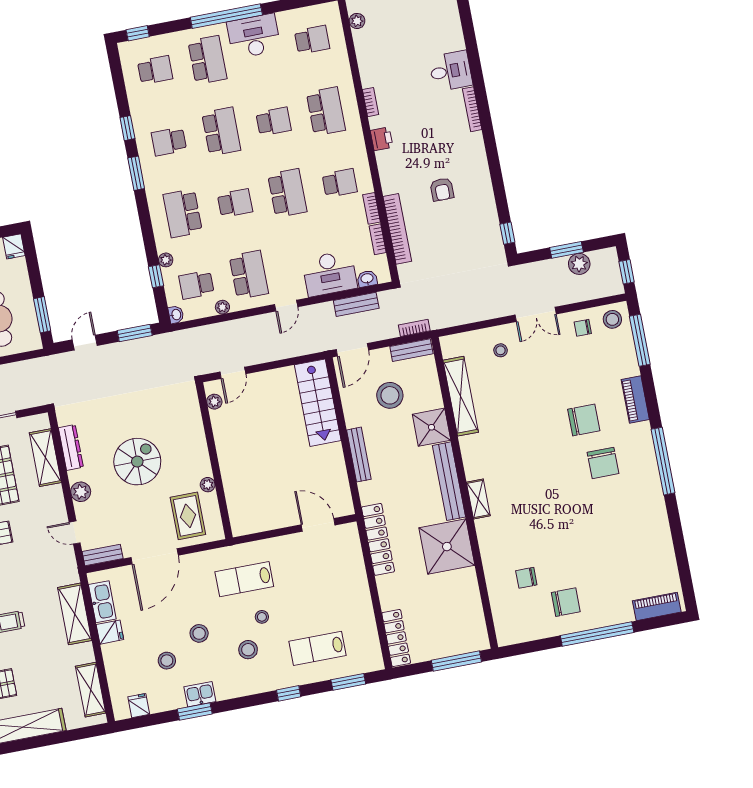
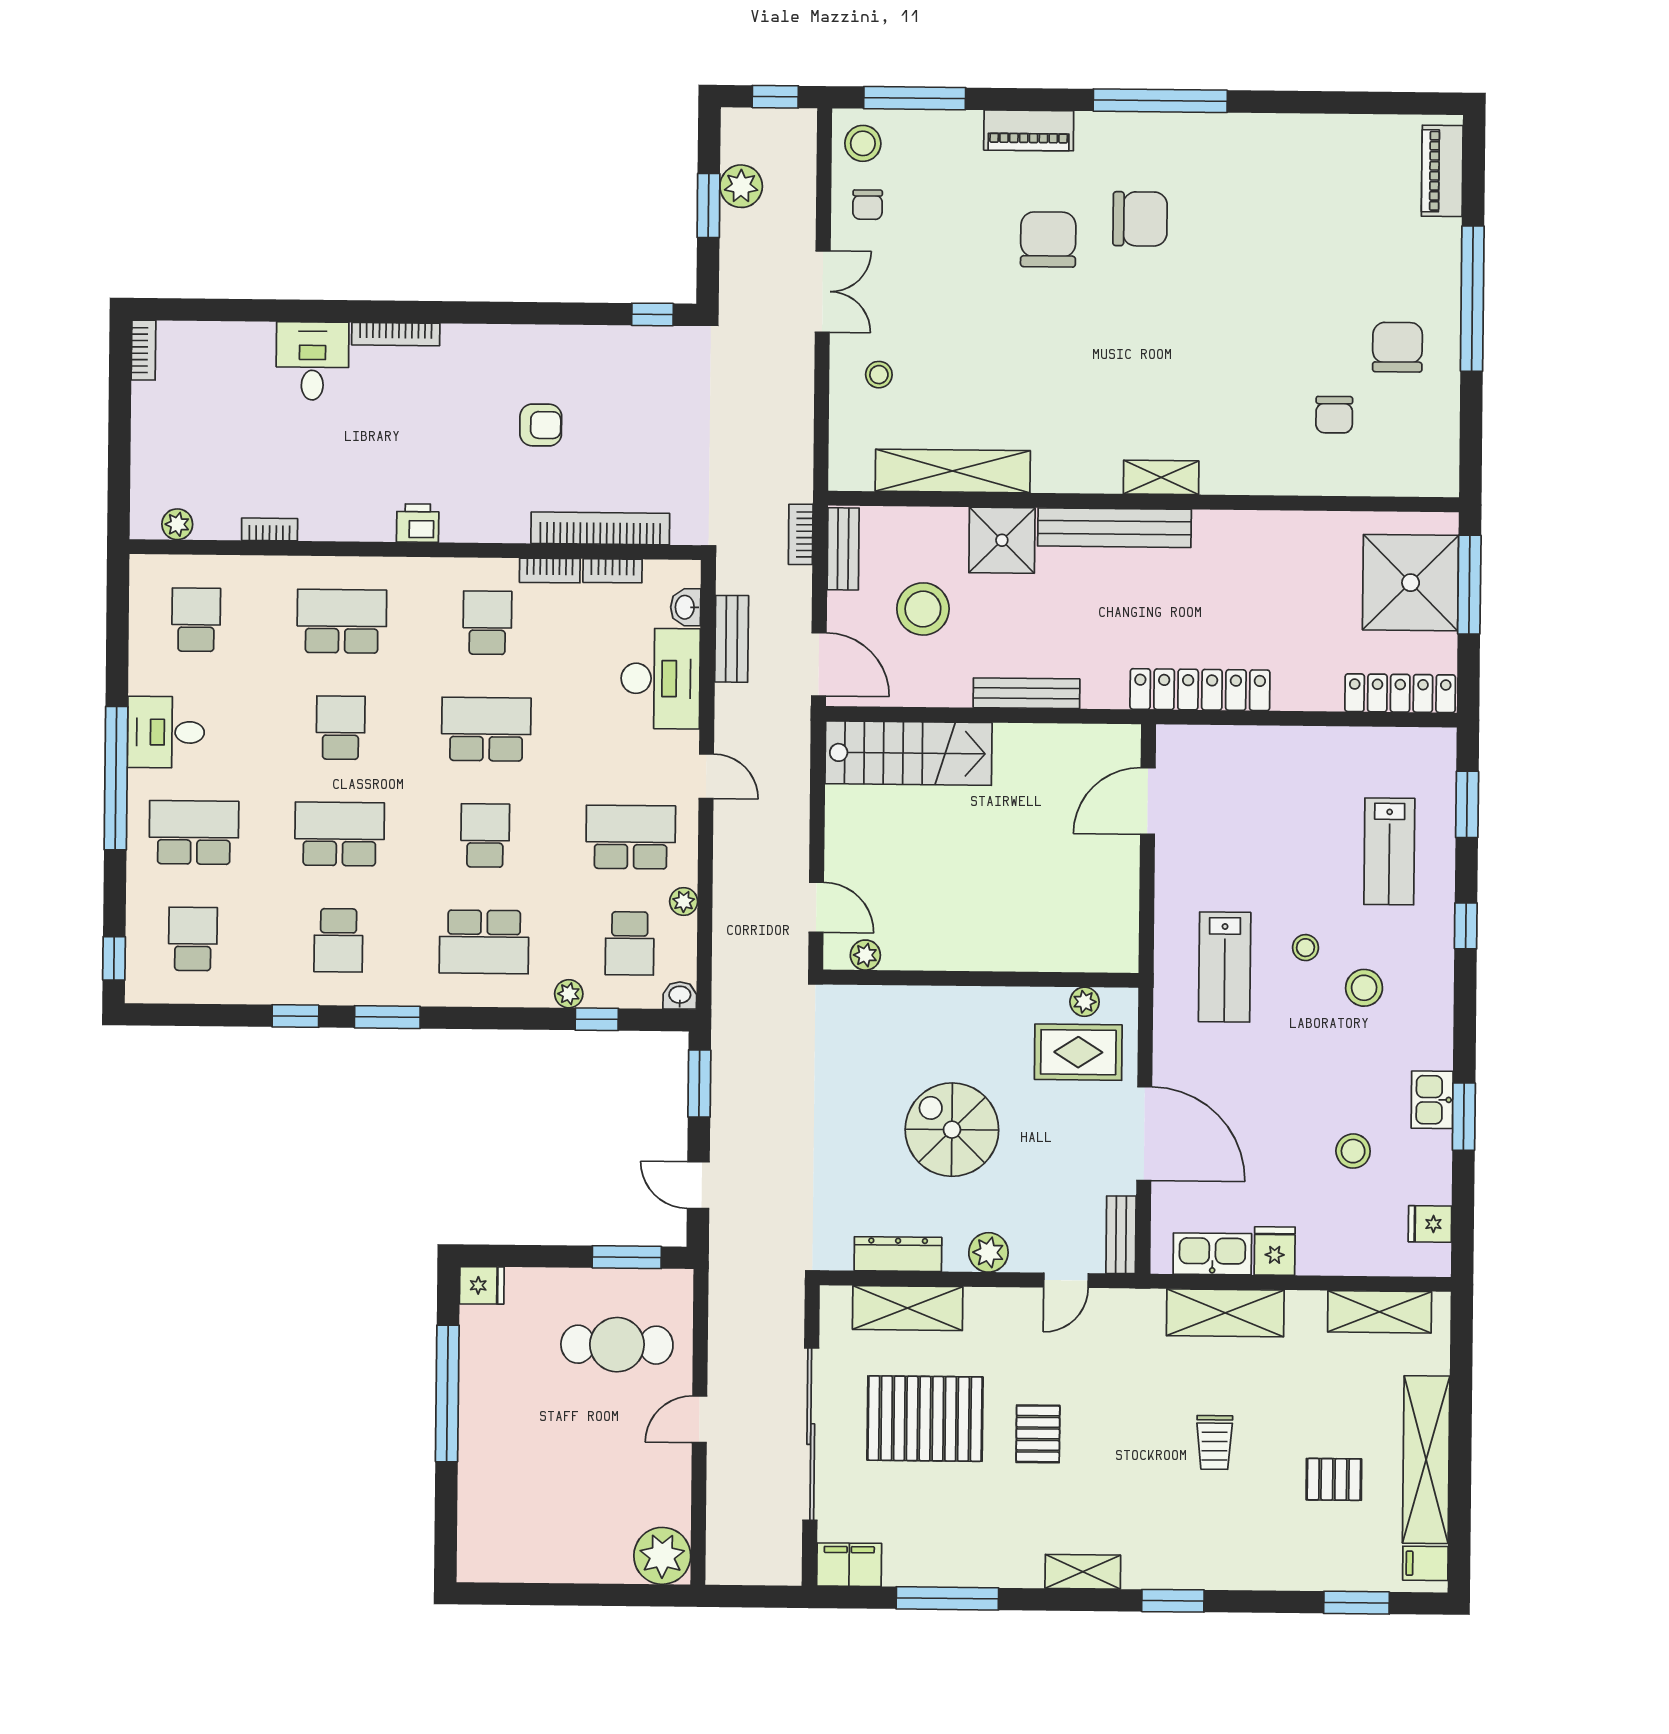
desk: (254, 36) -> (166, 732), width x0.73
bookcase: (370, 102) -> (270, 529), moved
plant: (208, 485) -> (1085, 1002), moved
shower: (447, 547) -> (1411, 583), moved
stool: (199, 633) -> (1313, 1077), removed

